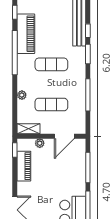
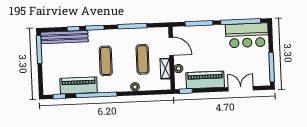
shelving: (29, 129) -> (165, 69), moved
piano: (24, 166) -> (205, 80), width x1.37, depth x1.33

